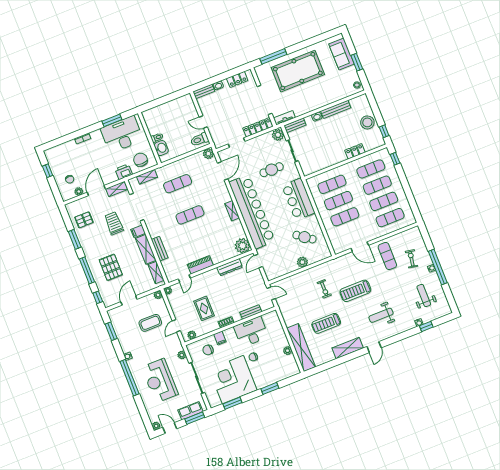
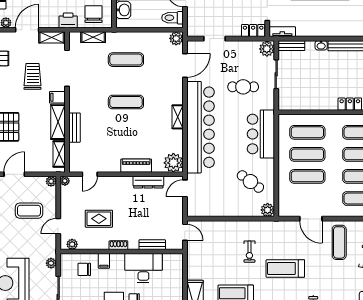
locker: (258, 127) -> (253, 31), width x0.66
plant: (302, 262) -> (268, 210), moved
piano: (200, 265) -> (136, 166), moved
rug: (204, 308) -> (99, 219), turned 90

